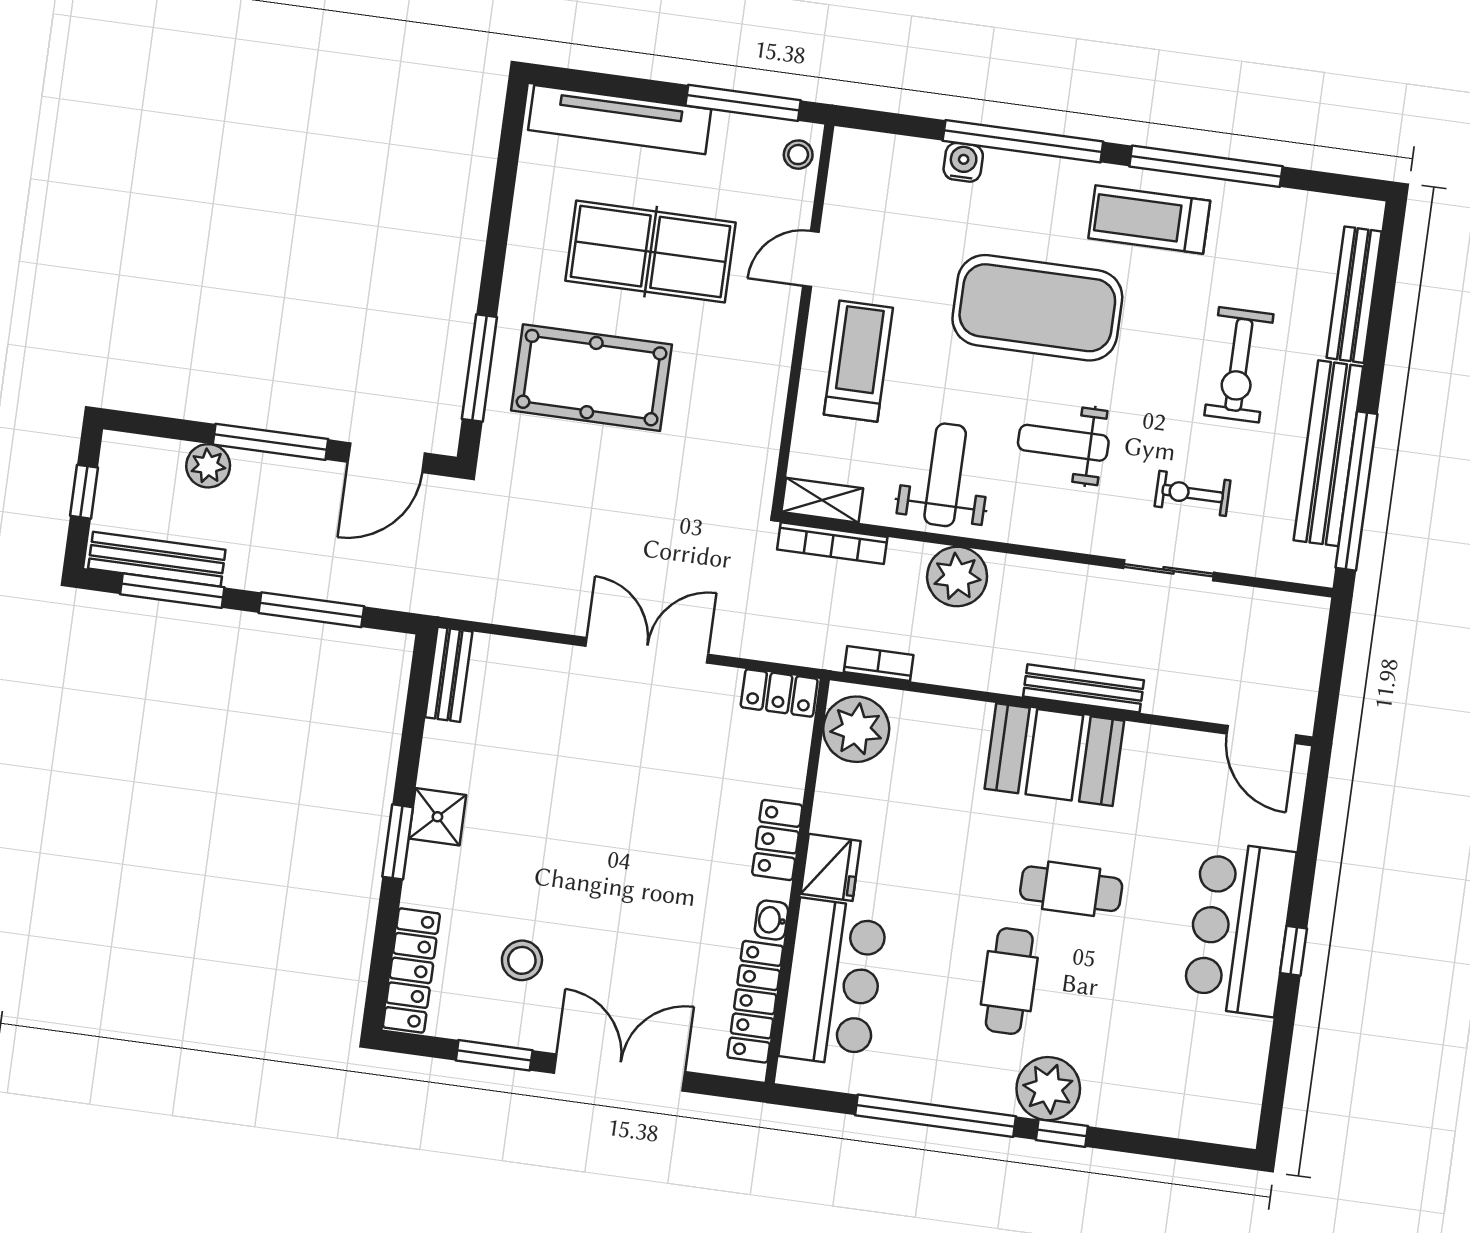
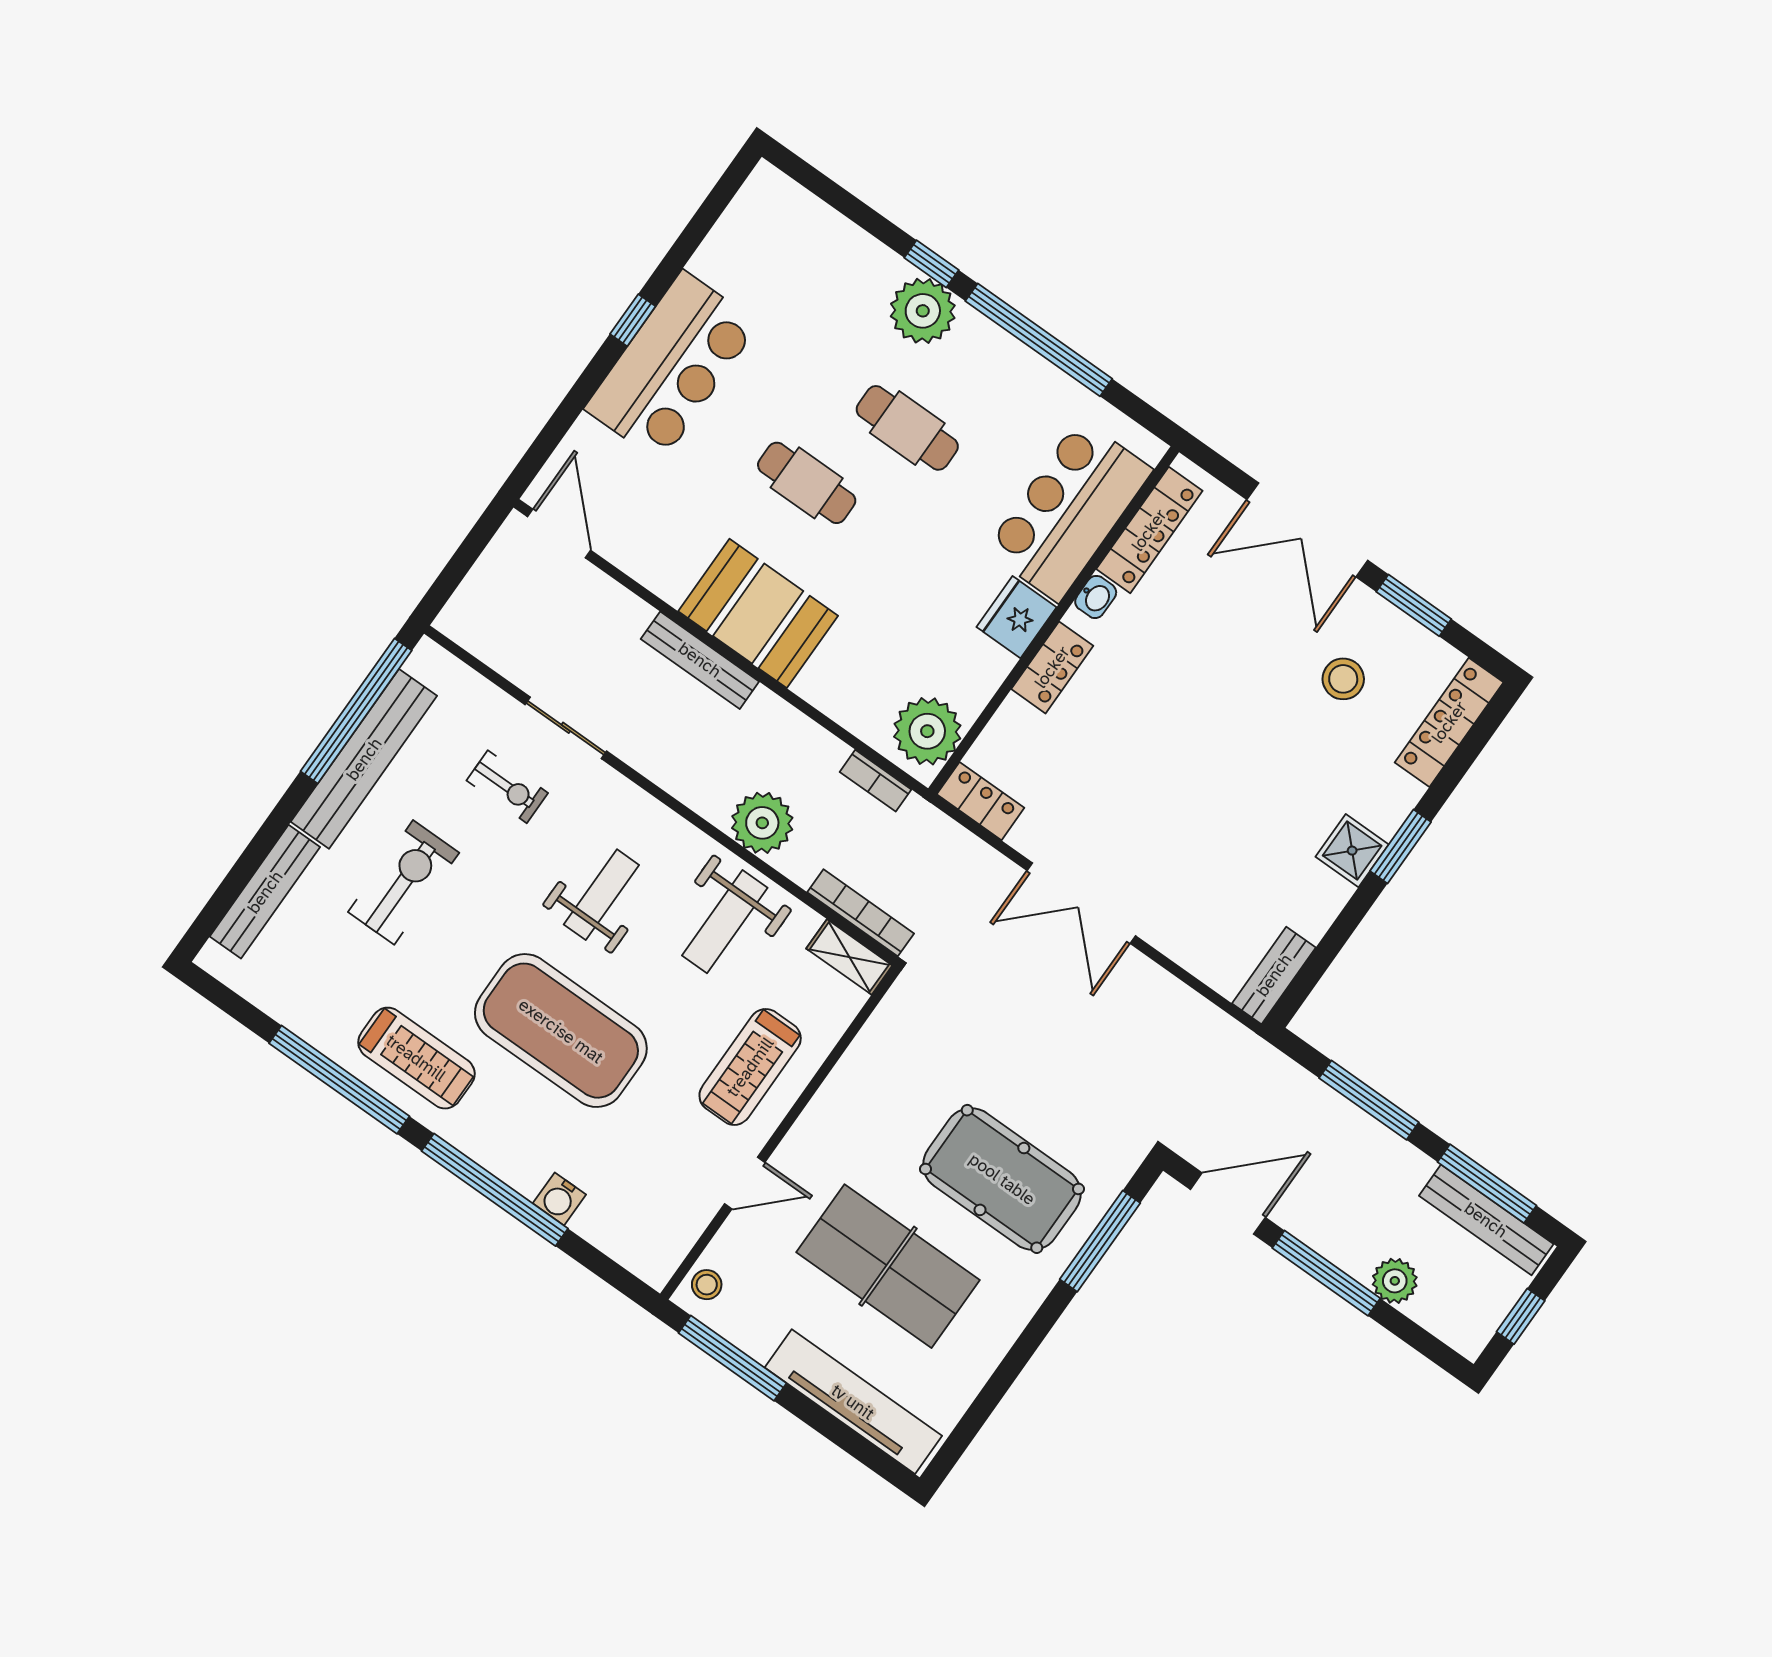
weight bench: (1063, 443) -> (601, 895), turned -90
cafe table: (1009, 981) -> (907, 428), turned 90

